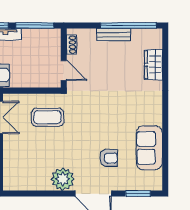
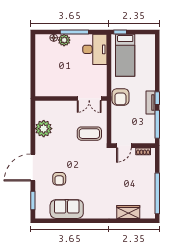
bench: (114, 35) -> (150, 183), removed
coffee table: (48, 117) -> (89, 134), turned 90
plant: (63, 179) -> (44, 129), moved

